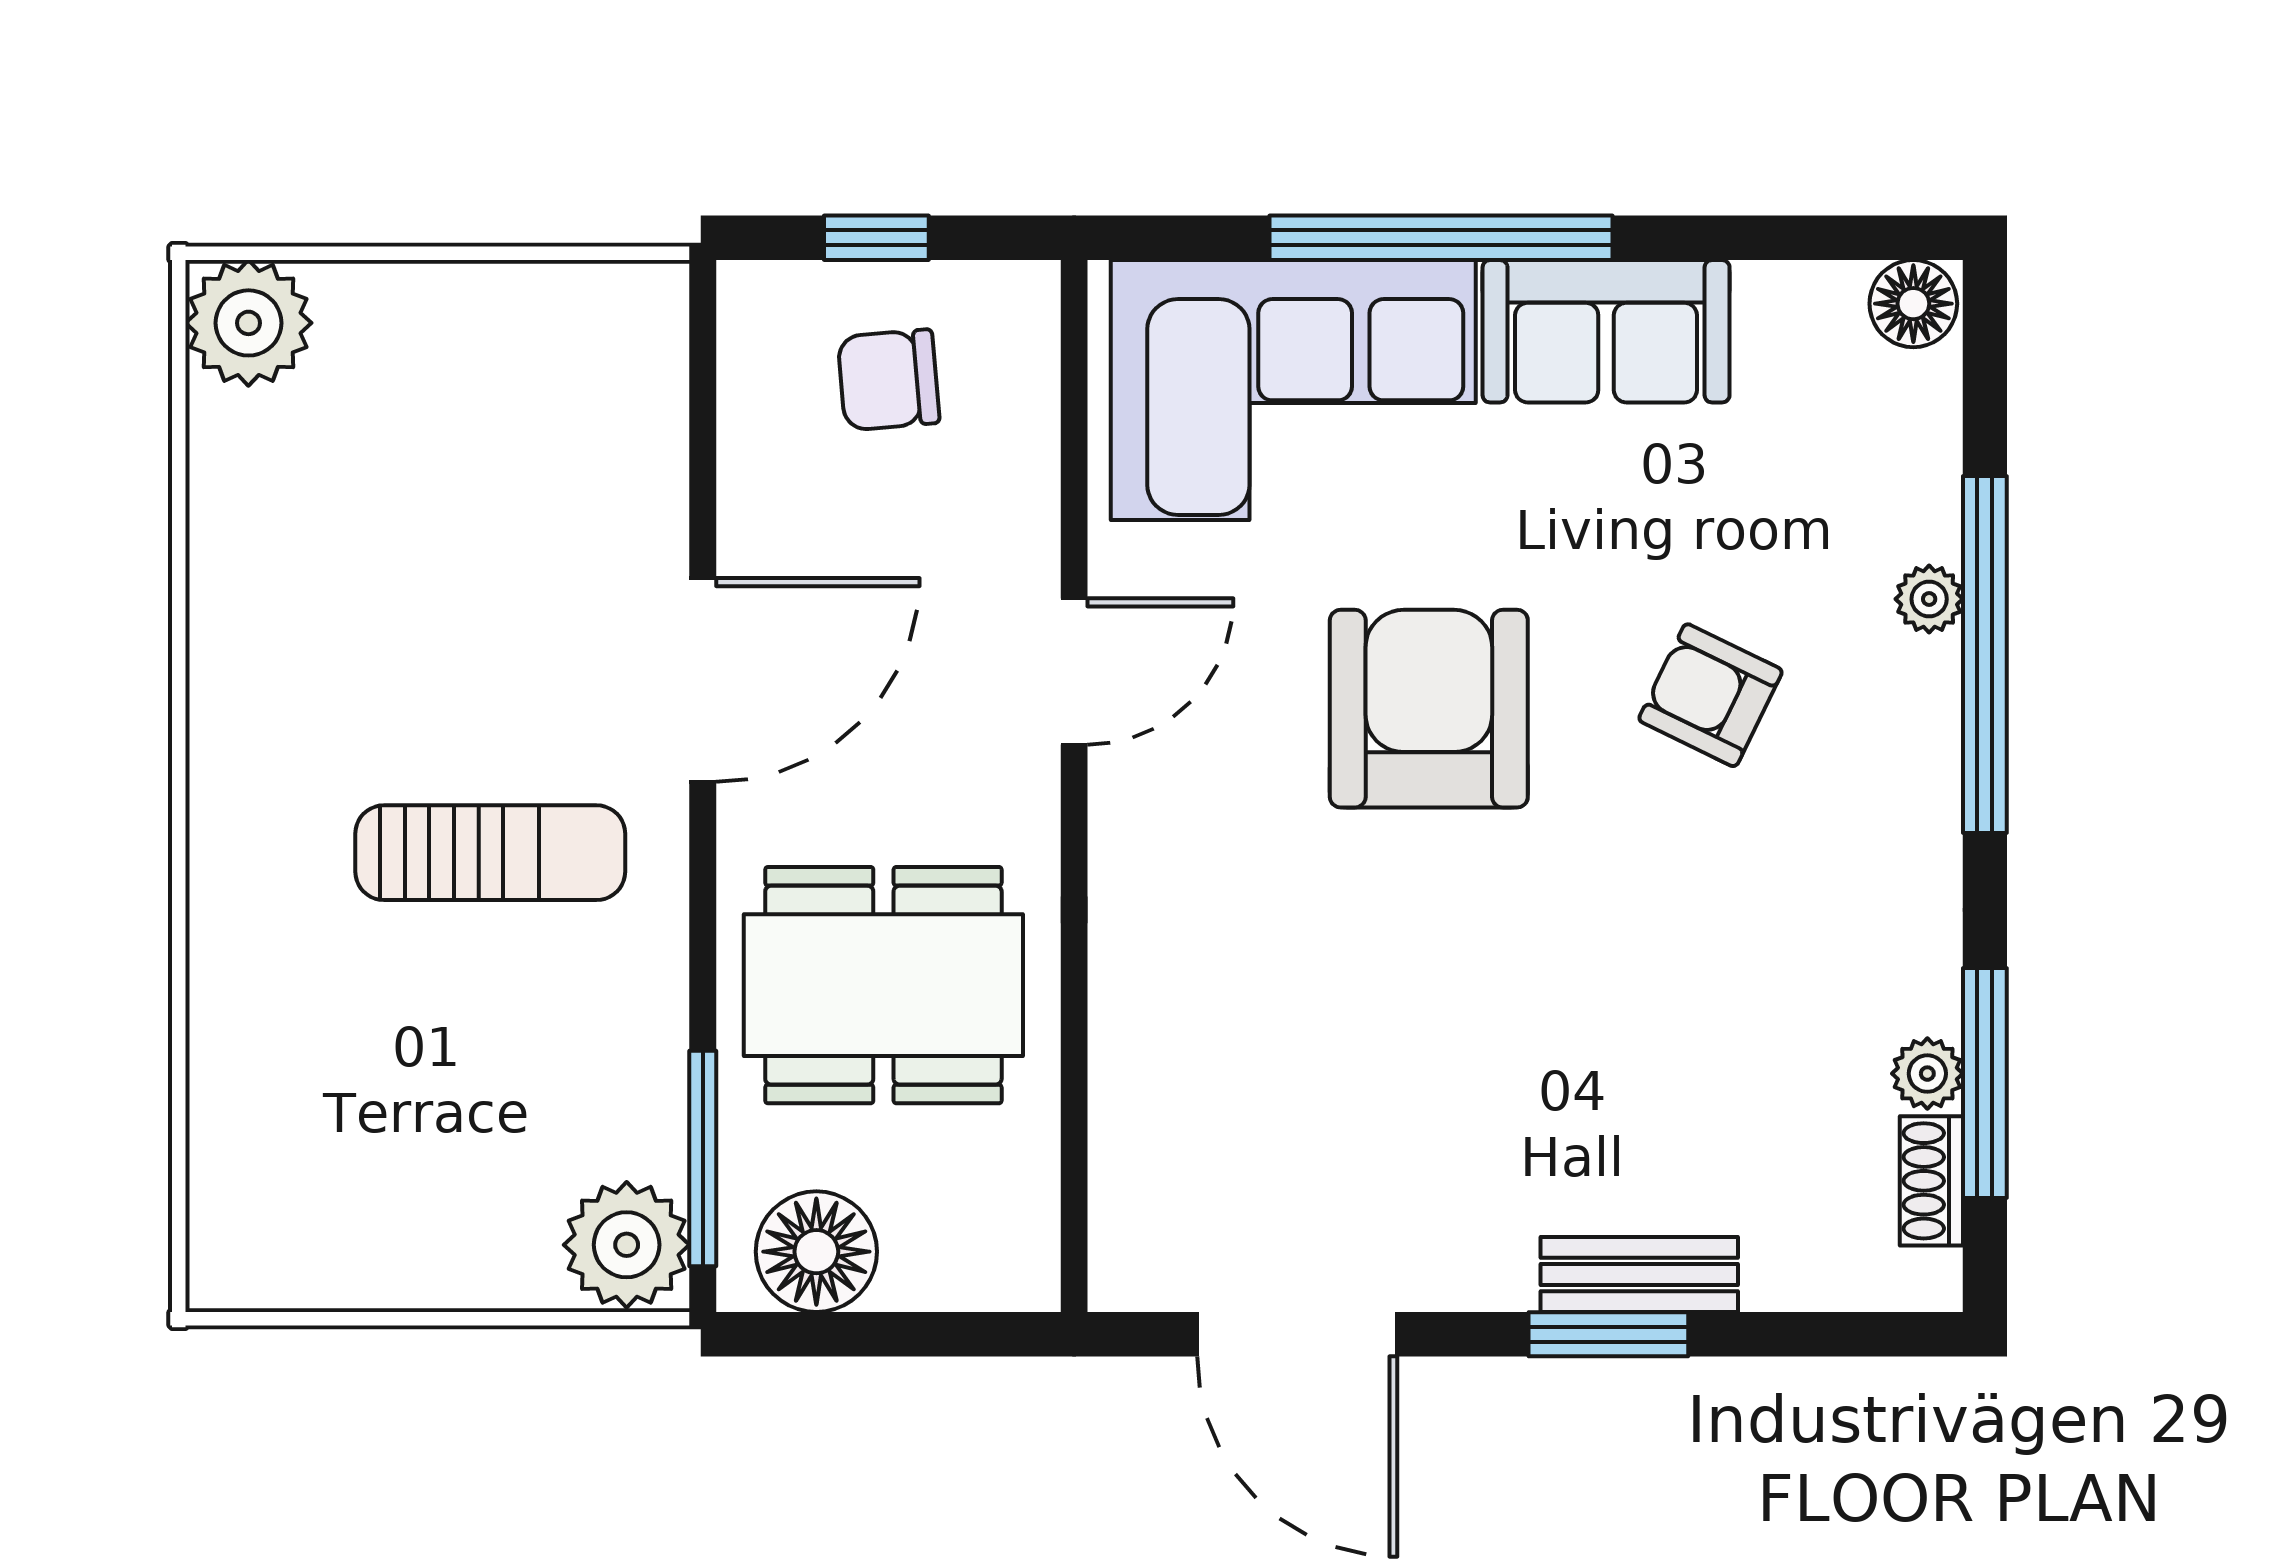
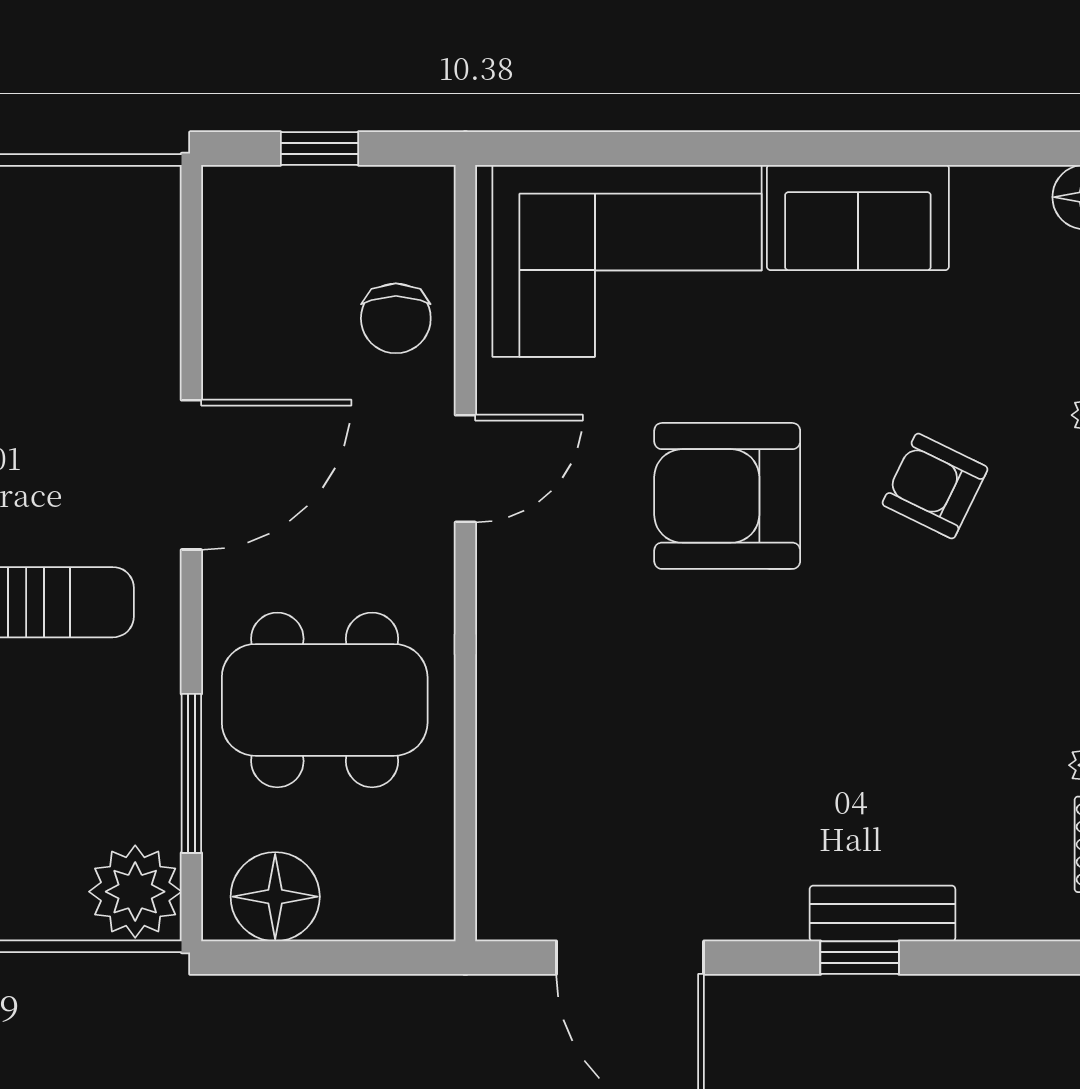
window: (1441, 238) -> (736, 149), removed
chair: (889, 380) -> (396, 318), moved, turned -85
armchair: (1429, 709) -> (727, 496), turned -90
window: (703, 1159) -> (191, 773), moved
window: (1608, 1334) -> (860, 958), width x0.67

